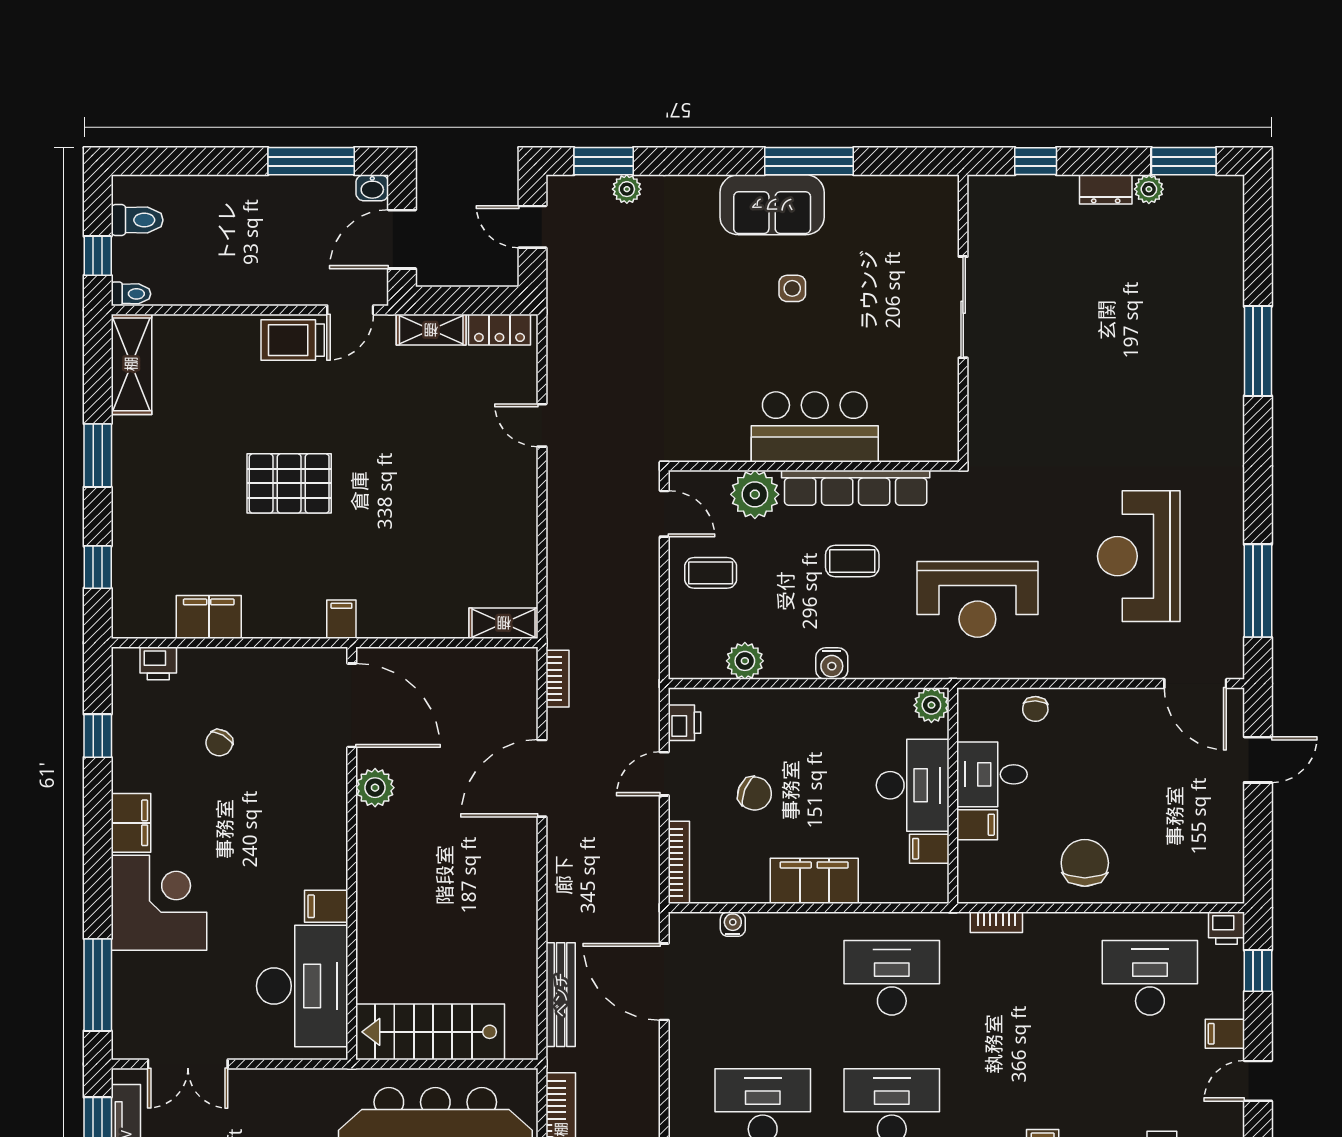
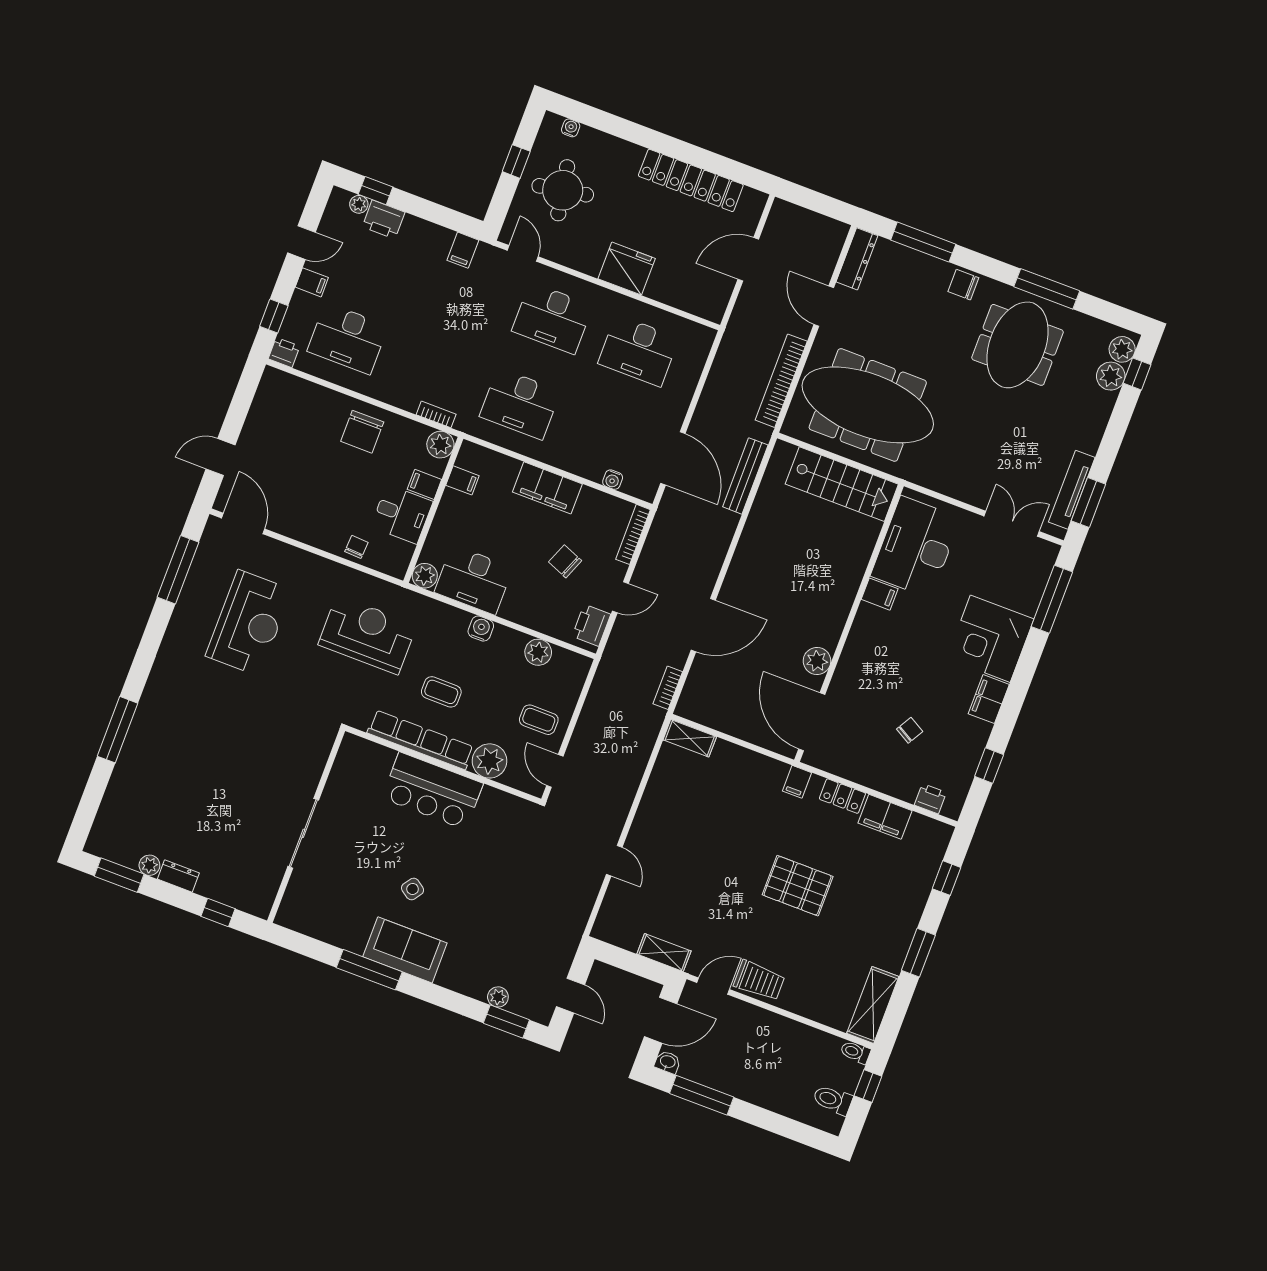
side table: (792, 288) -> (413, 889), turned 35
locker: (499, 330) -> (842, 796), moved, turned 180
printer: (685, 723) -> (591, 625), width x1.36, depth x1.24
desk: (913, 785) -> (474, 580), moved, turned -90
plant: (976, 885) -> (440, 445), added

